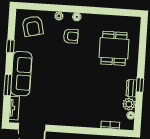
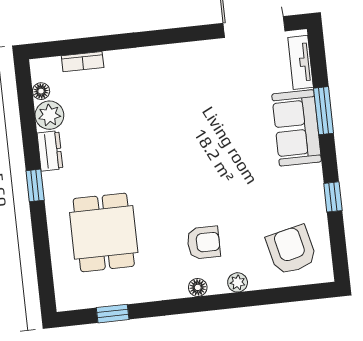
window: (116, 12) -> (113, 314), added
armchair: (71, 36) -> (204, 243), turned 180
sofa: (21, 74) -> (297, 128), width x0.73
window: (140, 85) -> (35, 185), moved

